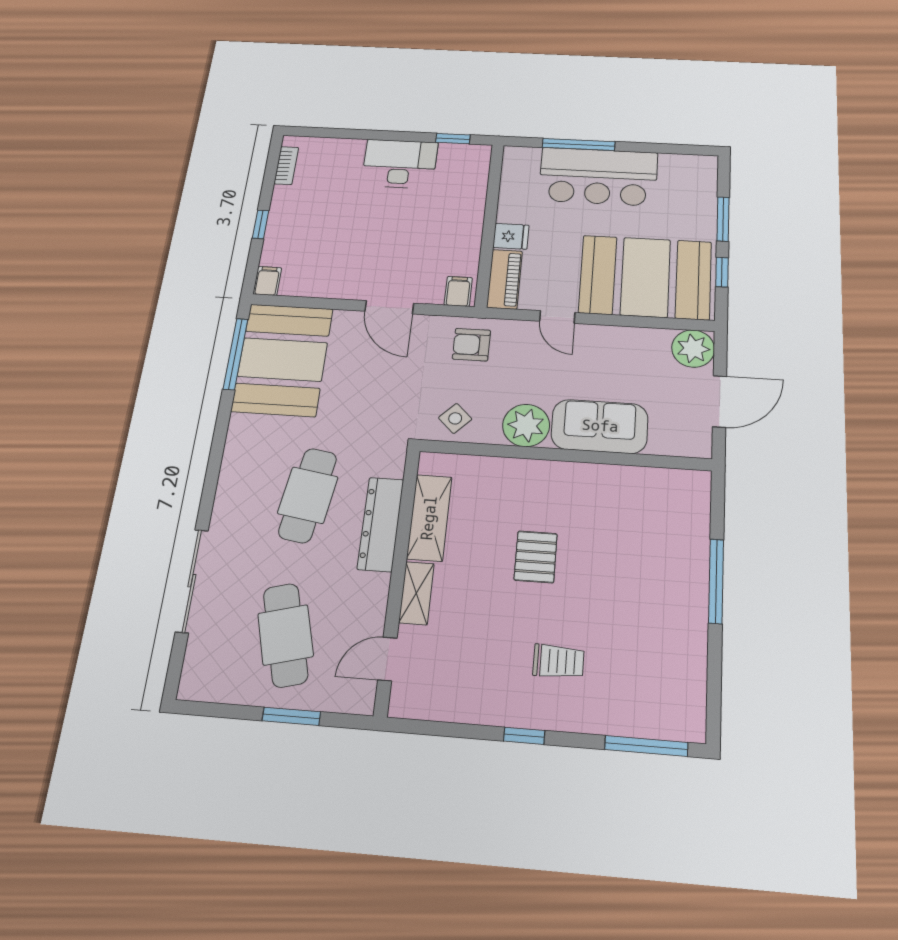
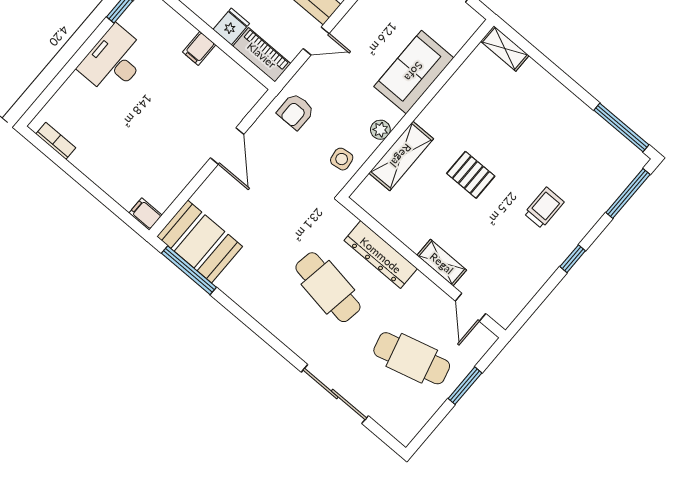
window: (261, 224) -> (94, 190), removed
filing cabinet: (458, 291) -> (199, 48), moved, turned -90
door: (389, 307) -> (227, 146), hinge flipped
booth: (282, 360) -> (200, 241), width x0.73, depth x0.70
side table: (455, 418) -> (342, 159), turned 38
plant: (526, 425) -> (380, 130), width x0.53, depth x0.53
shelving: (697, 498) -> (505, 48), added
shelving: (429, 518) -> (401, 156), moved, turned 90
window: (716, 581) -> (621, 128), moved

